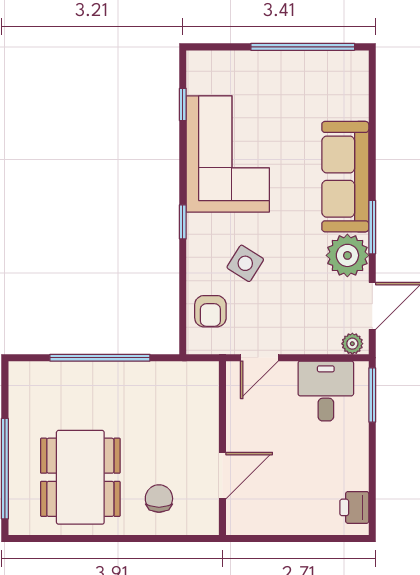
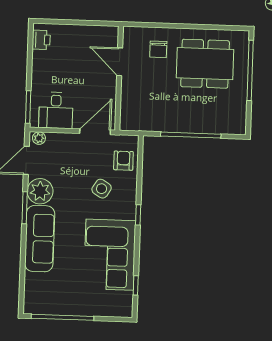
door: (259, 358) -> (95, 132), width x1.38
door: (222, 476) -> (120, 62), hinge flipped
dining table: (80, 477) -> (205, 64), turned 90

